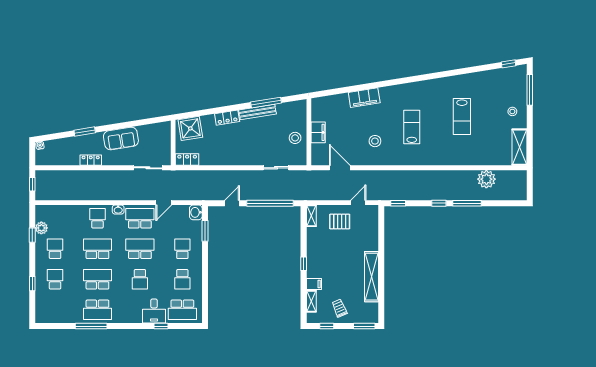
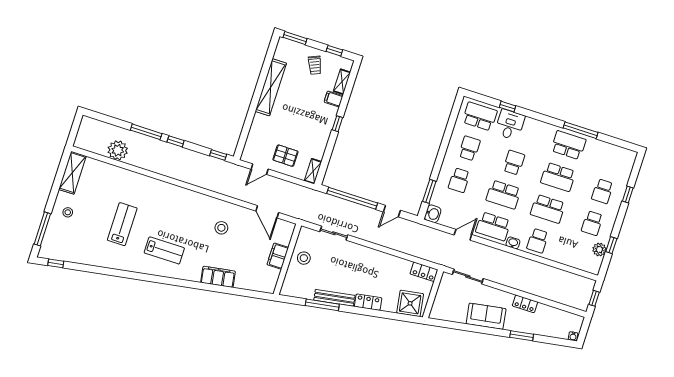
lab bench: (412, 127) -> (164, 250), moved, turned -90

